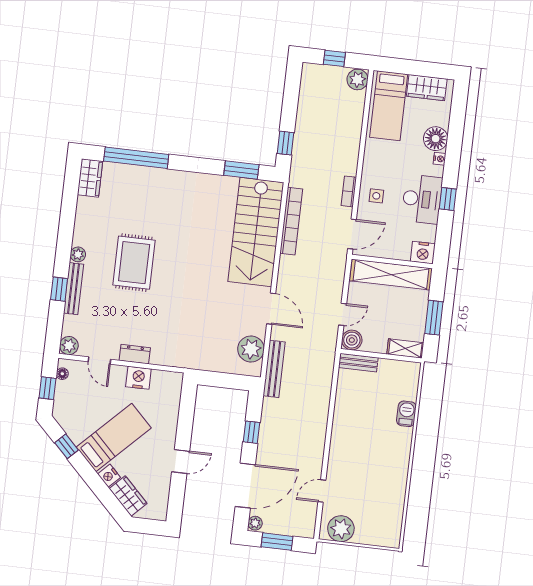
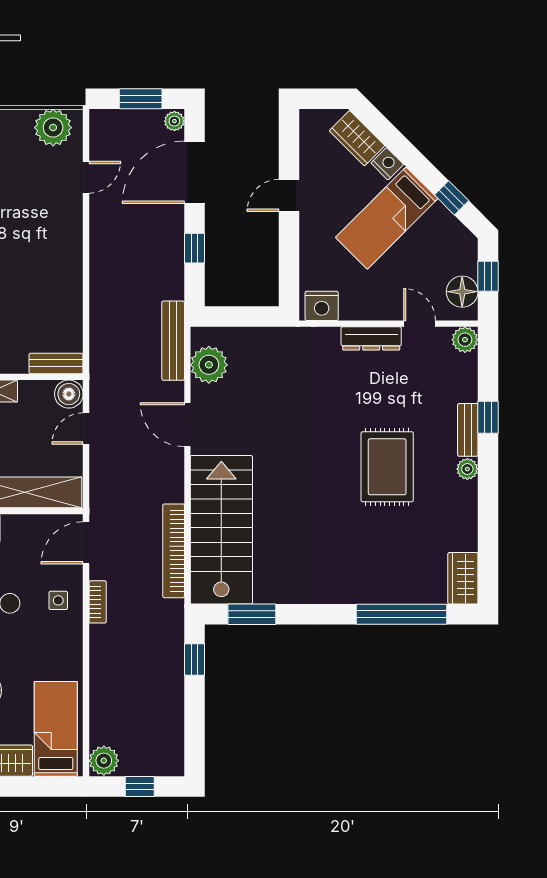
bench: (74, 289) -> (468, 430), width x0.73
dresser: (135, 354) -> (371, 338), width x1.44
floor lamp: (62, 374) -> (462, 292), width x1.89, depth x1.89
nightstand: (138, 378) -> (322, 306), moved

